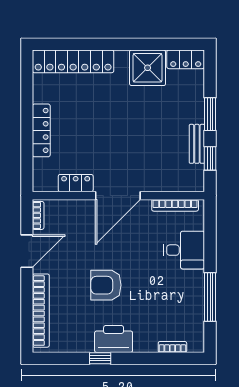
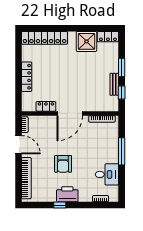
desk: (184, 250) -> (107, 174), moved
door: (27, 251) -> (18, 145), hinge flipped
armchair: (106, 285) -> (63, 164), turned -90
window: (210, 297) -> (122, 151), moved

